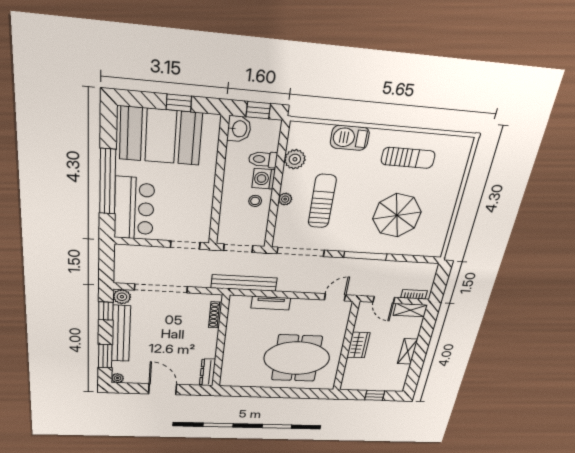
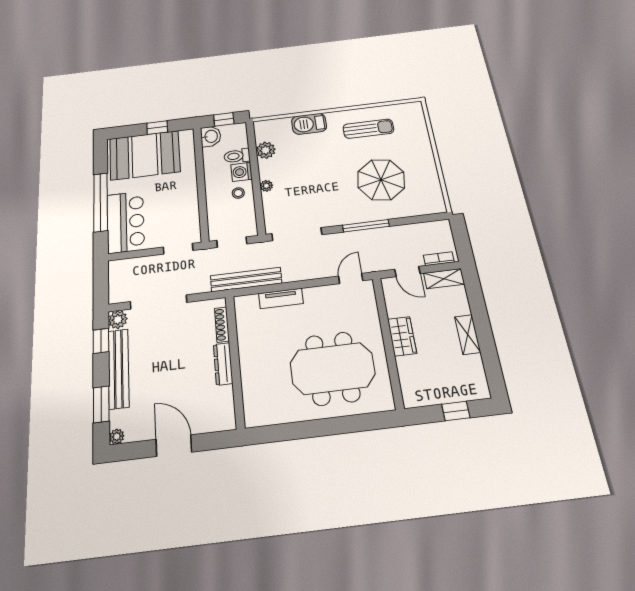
sun lounger: (322, 201) -> (302, 181), removed
dresser: (207, 372) -> (223, 364), moved

